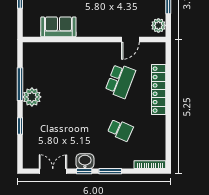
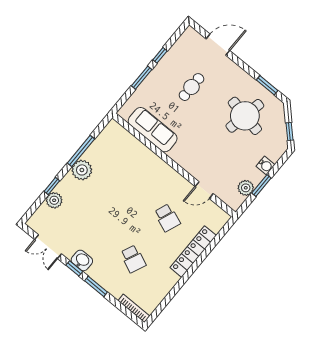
plant: (158, 25) -> (246, 188), moved
sofa: (58, 27) -> (153, 130), width x1.36
school desk: (120, 81) -> (167, 218), width x0.54
plant: (30, 135) -> (54, 200), added
double door: (53, 171) -> (48, 247), swing flipped

